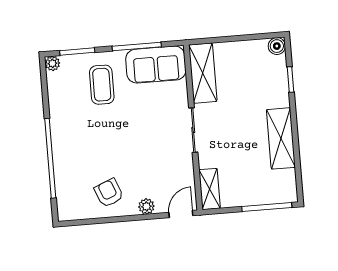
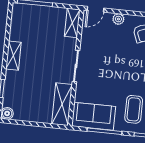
shelving: (281, 138) -> (13, 56), width x0.67, depth x0.75

